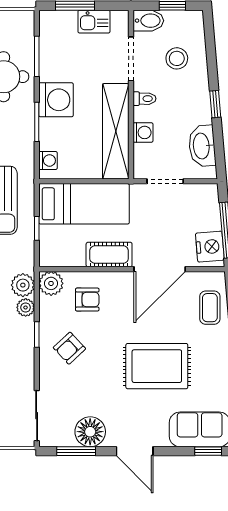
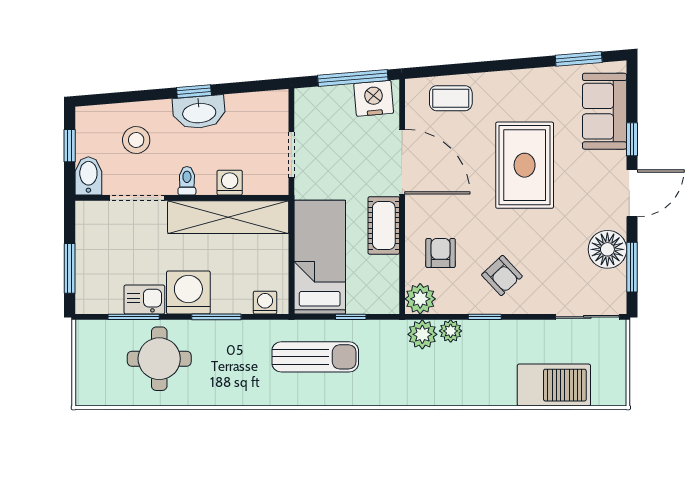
kitchen sink: (94, 22) -> (144, 300), moved, turned -90
washbasin: (202, 146) -> (199, 112), moved
window: (208, 451) -> (632, 139), moved

